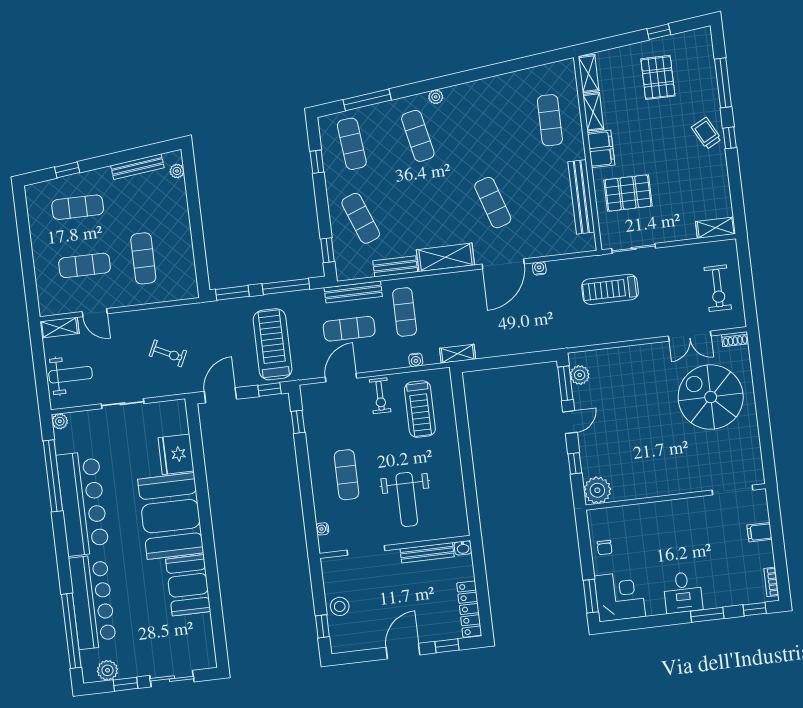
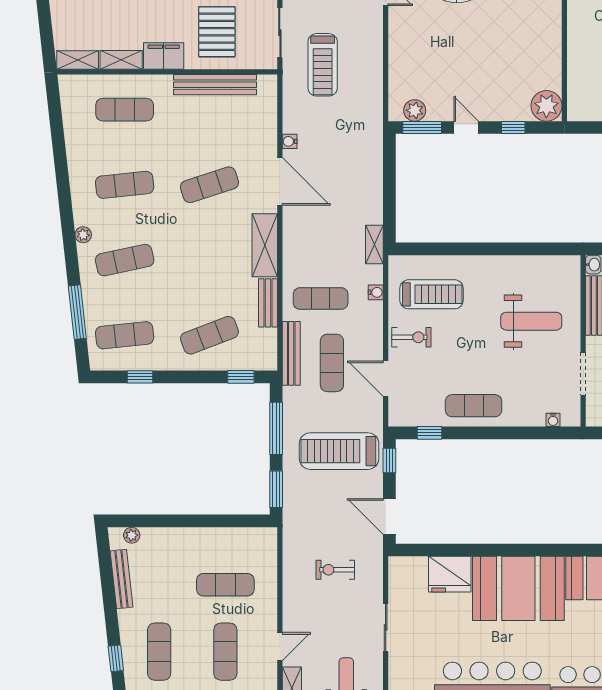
exercise mat: (484, 128) -> (125, 185), added
exercise bike: (168, 353) -> (335, 570), turned -116
exercise mat: (346, 475) -> (474, 406), moved

